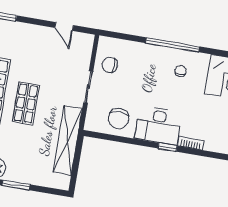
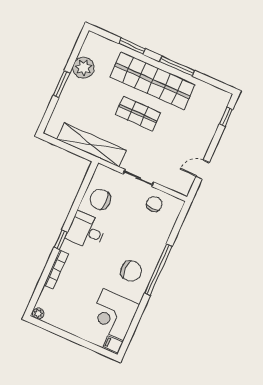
chair: (181, 71) -> (131, 271), width x1.87, depth x1.87
desk: (158, 126) -> (86, 231), width x0.73
bookcase: (191, 143) -> (56, 269), width x1.56

